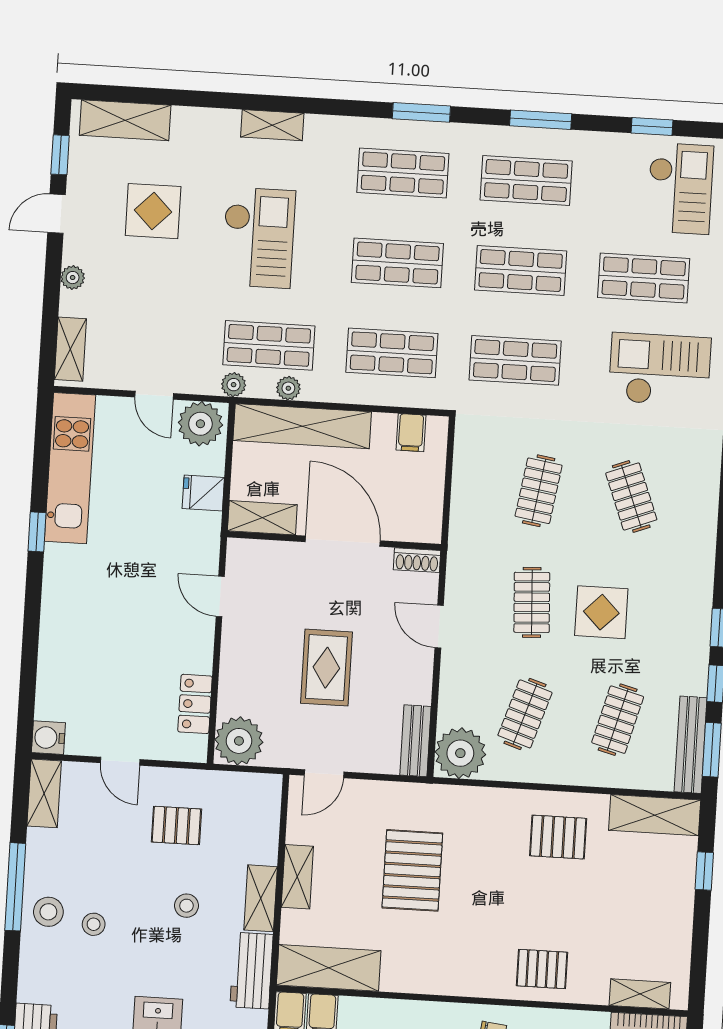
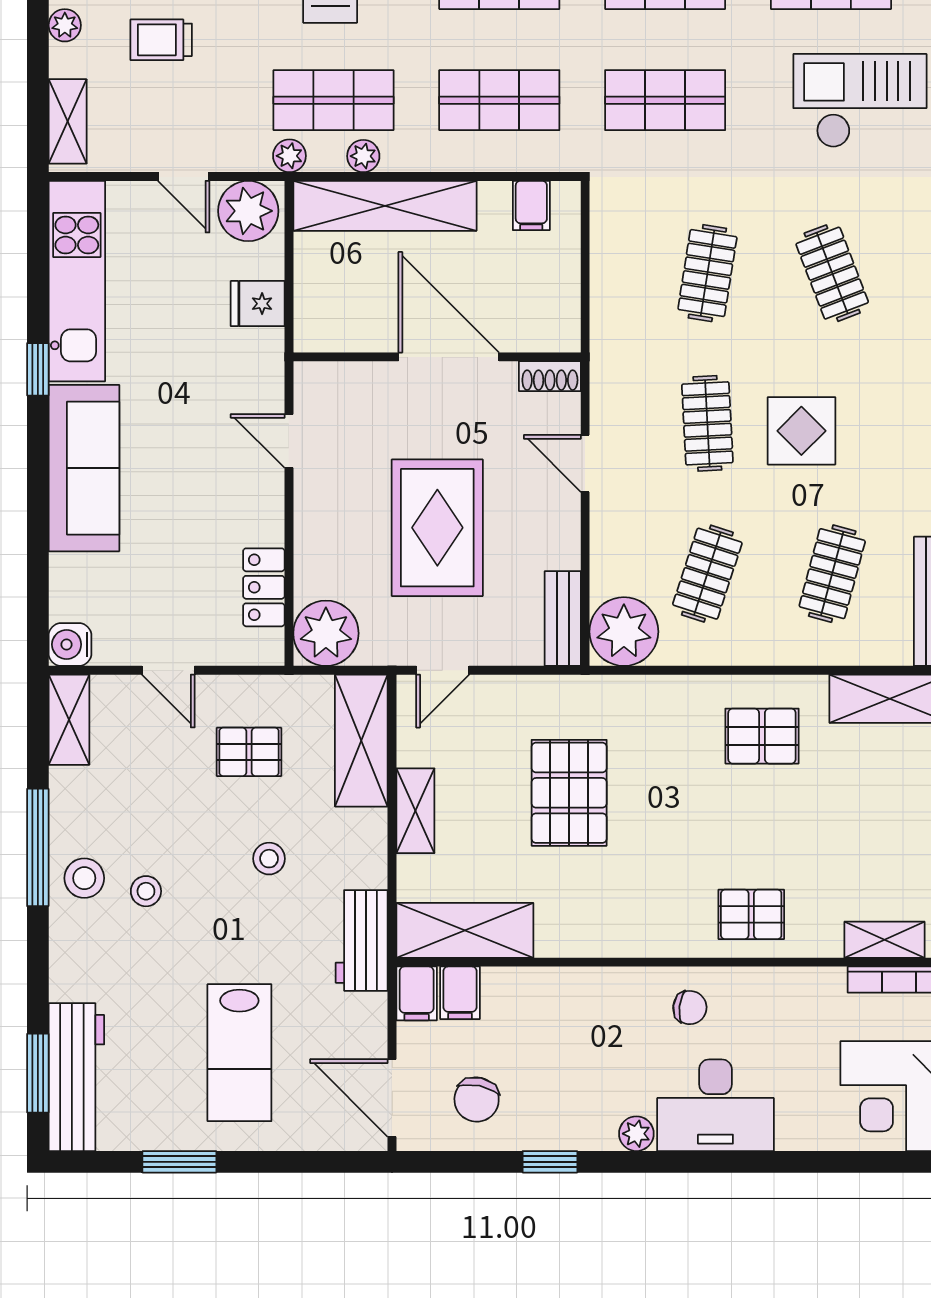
trolley: (144, 293) -> (161, 40), added
shelving: (262, 518) -> (339, 332), removed
sofa: (67, 607) -> (84, 468), added
rug: (326, 668) -> (437, 528), width x1.36, depth x1.43
shelving: (261, 898) -> (361, 741), moved, width x1.50, depth x1.33

